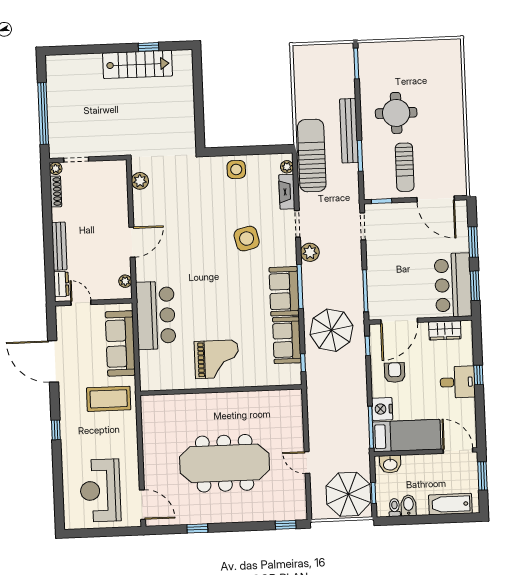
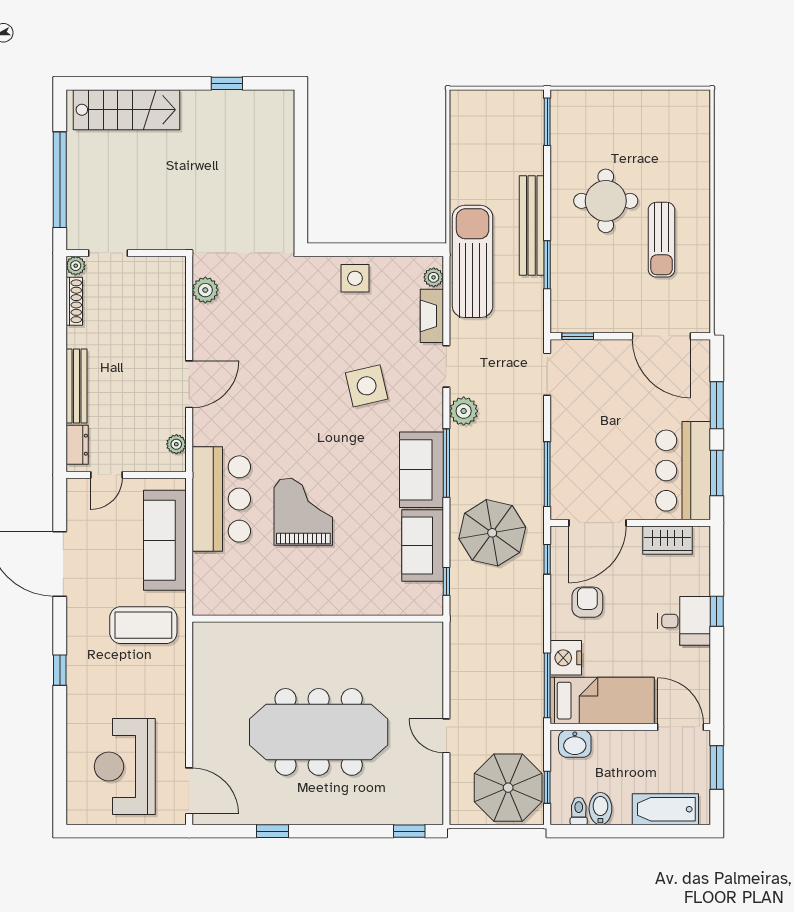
stairs: (138, 64) -> (126, 110), moved
sun lounger: (405, 167) -> (662, 240), moved
door: (81, 303) -> (106, 475), swing flipped
grand piano: (217, 359) -> (303, 512), moved, turned -90

